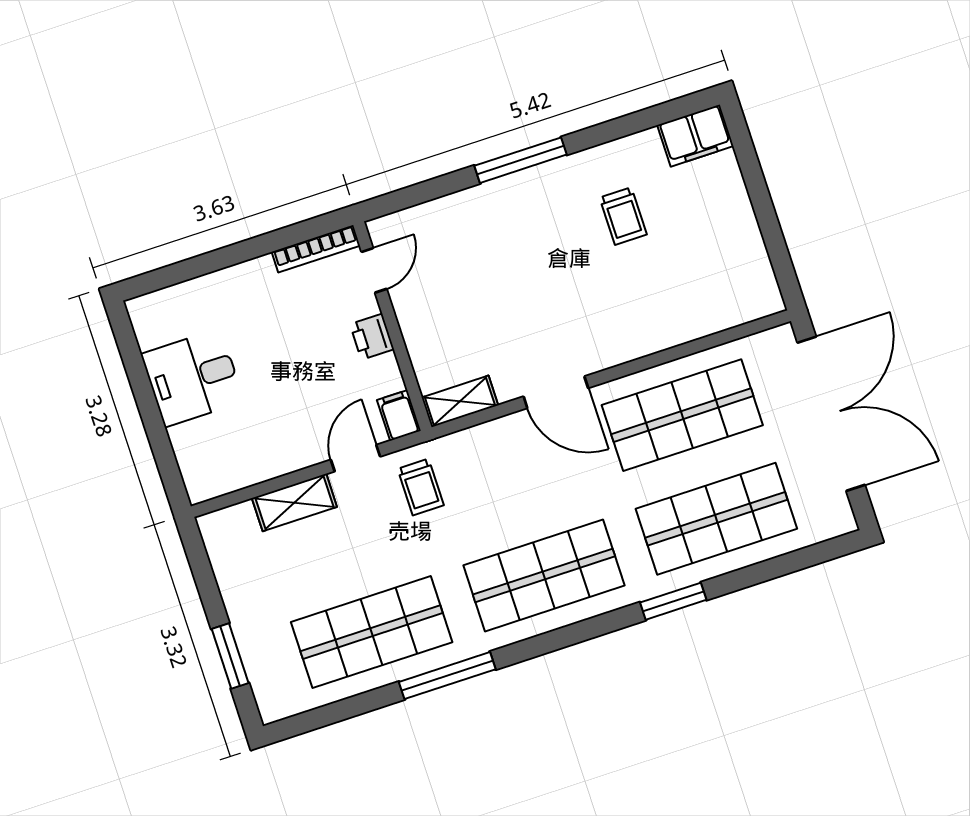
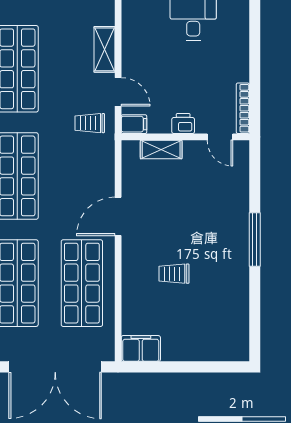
filing cabinet: (695, 136) -> (141, 348), moved, turned 90
trolley: (623, 216) -> (174, 274), moved
shelving: (460, 401) -> (161, 149), moved, turned 90

